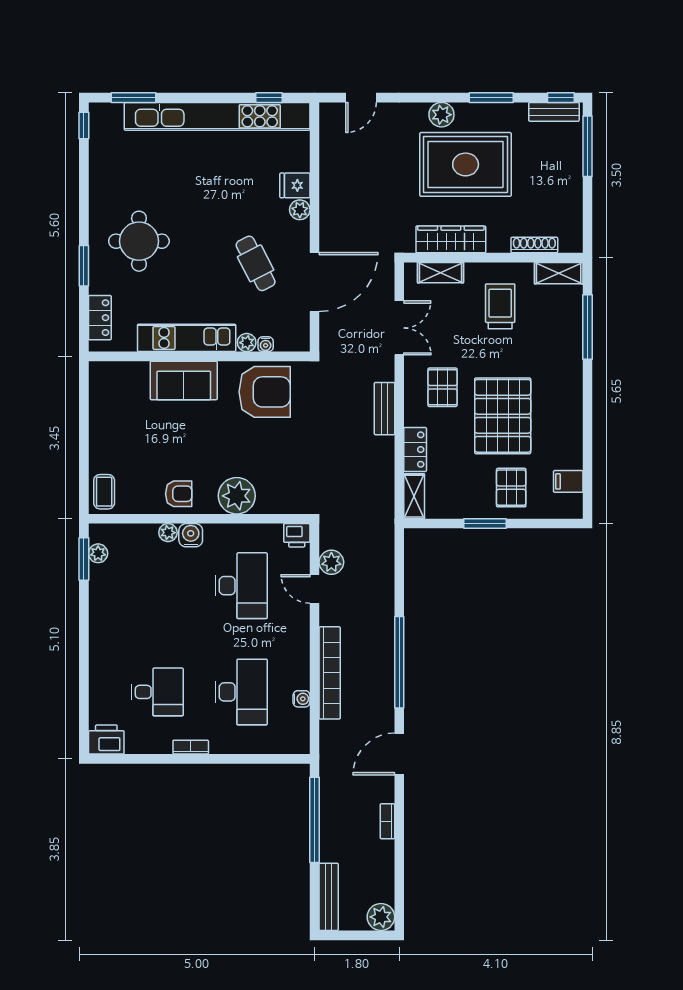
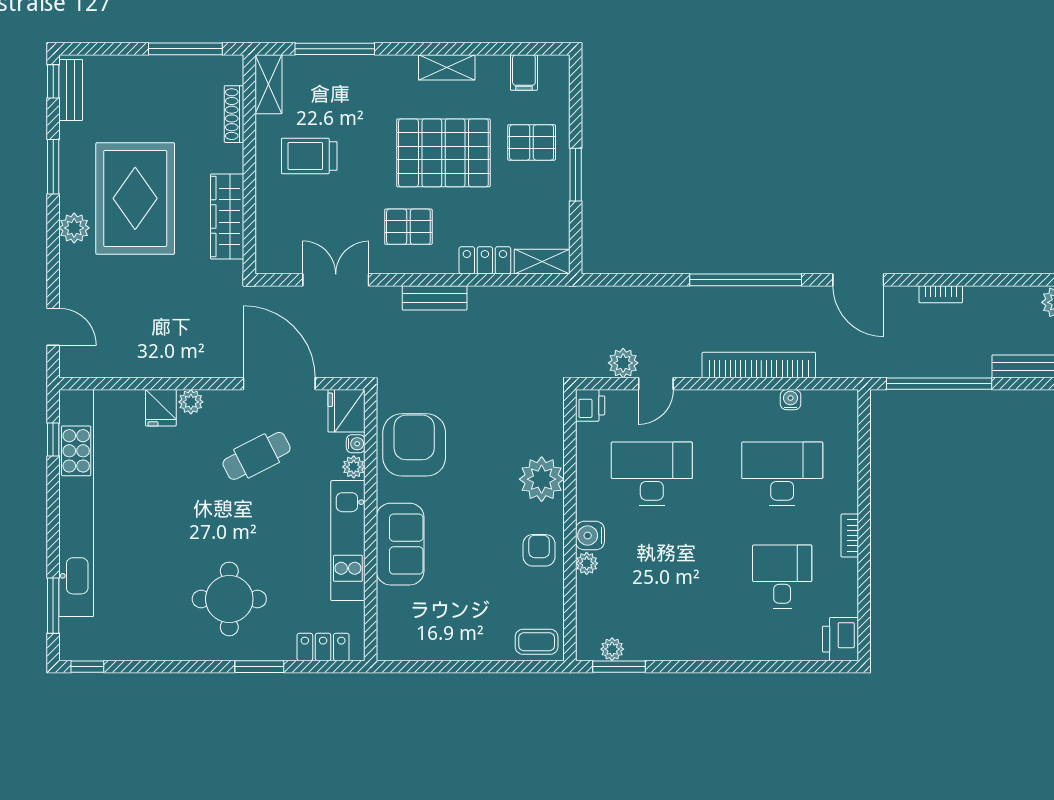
window: (587, 146) -> (185, 49), moved
shelving: (440, 273) -> (447, 67), moved, turned 90
fridge: (292, 337) -> (346, 411), added

